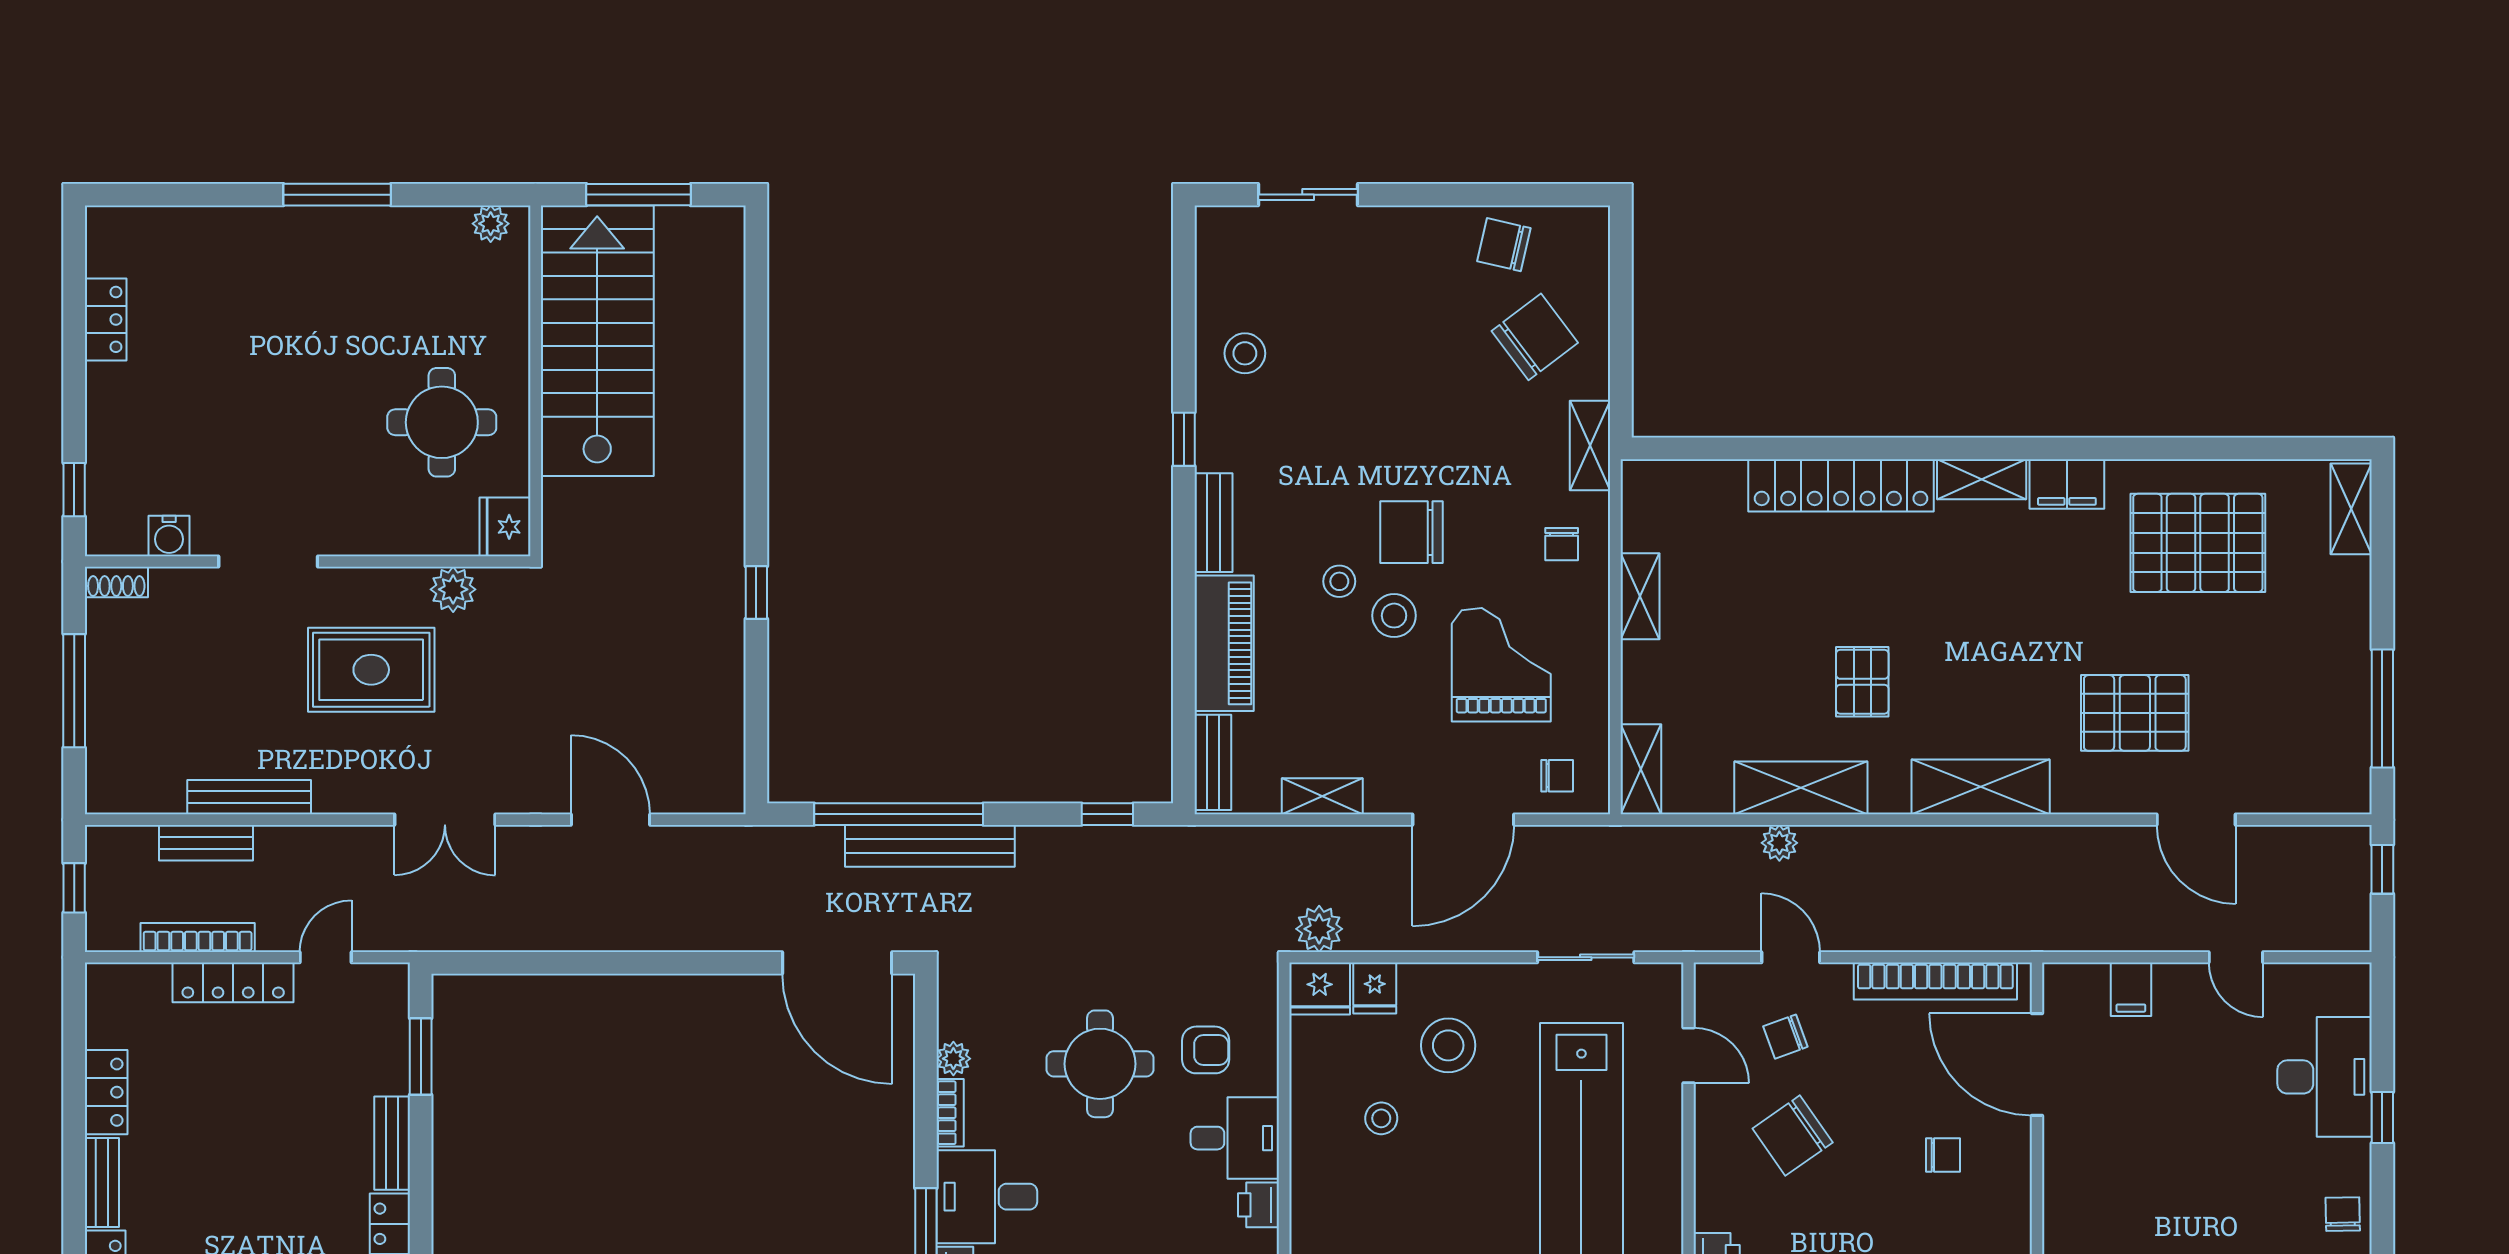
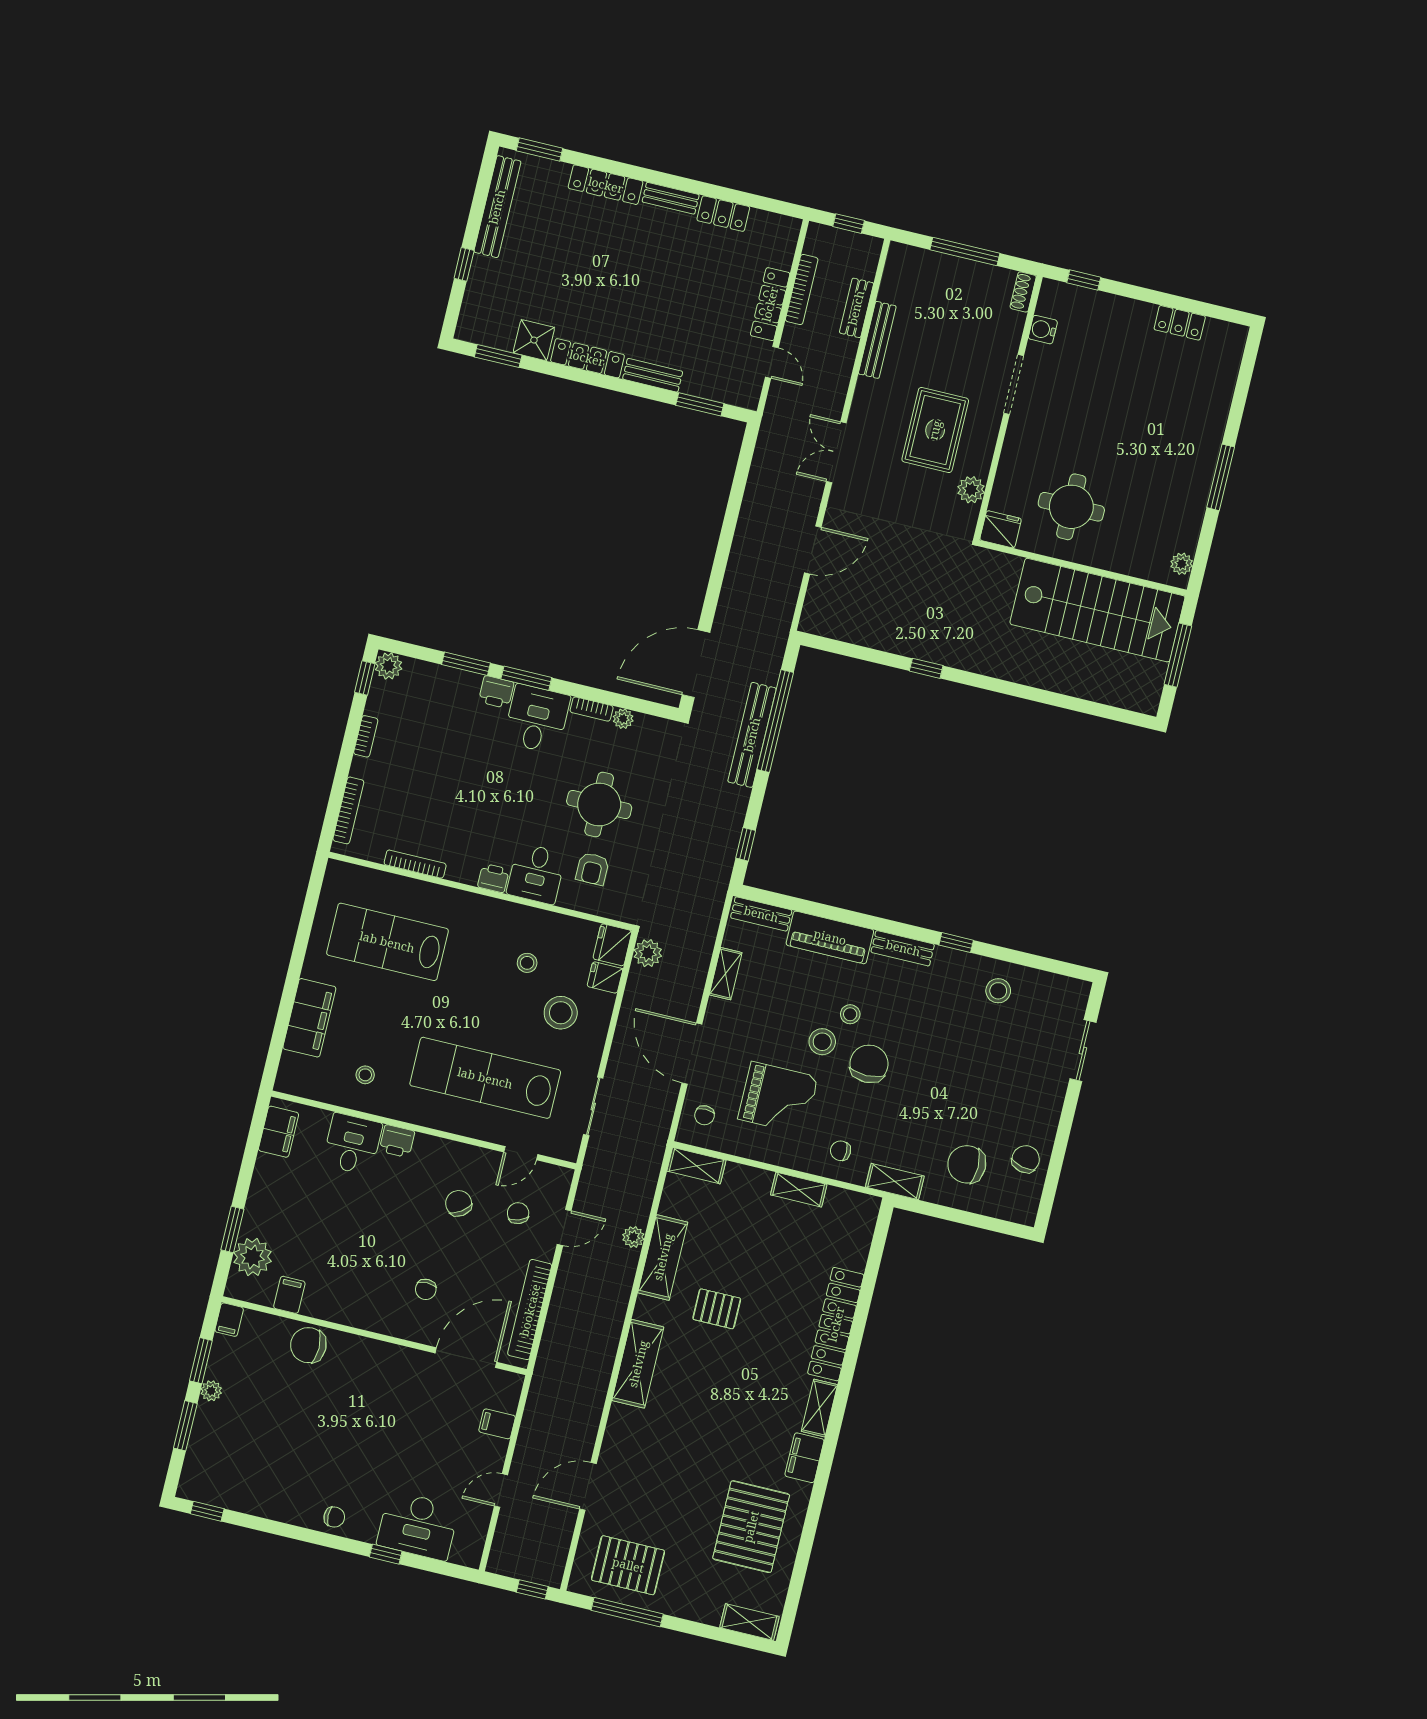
chair: (1535, 337) -> (967, 1164), turned 127
pallet: (2135, 713) -> (628, 1565), moved, turned 90
chair: (1793, 1136) -> (459, 1203), width x0.73, depth x0.73

